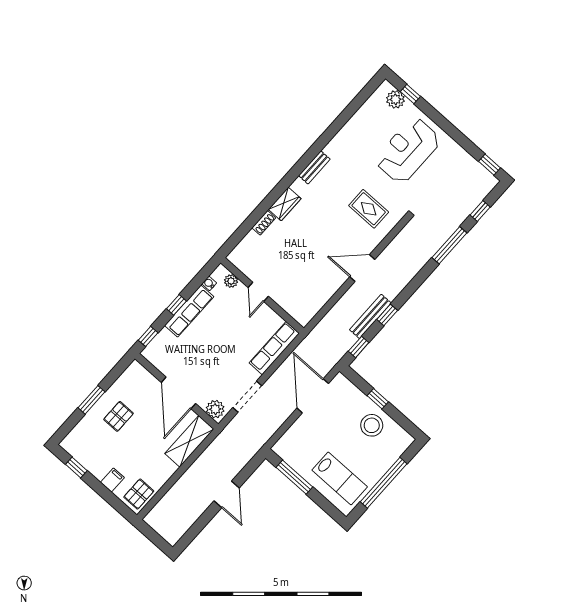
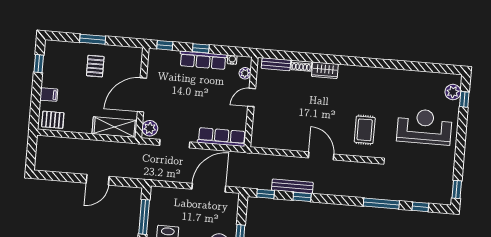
bench: (314, 167) -> (276, 64), moved
pallet: (119, 416) -> (95, 66), turned 90

